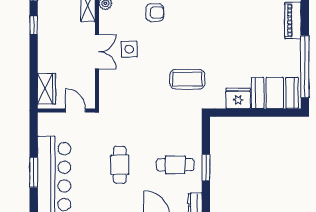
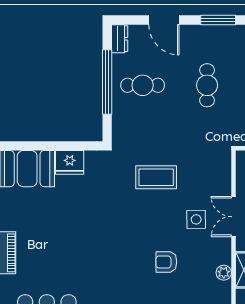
coffee table: (187, 79) -> (156, 177), moved
window: (206, 168) -> (107, 82), width x2.11

